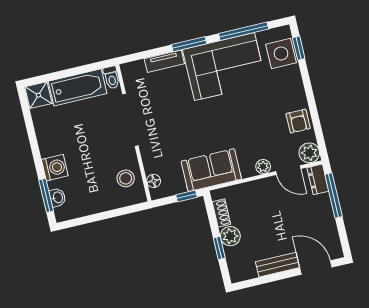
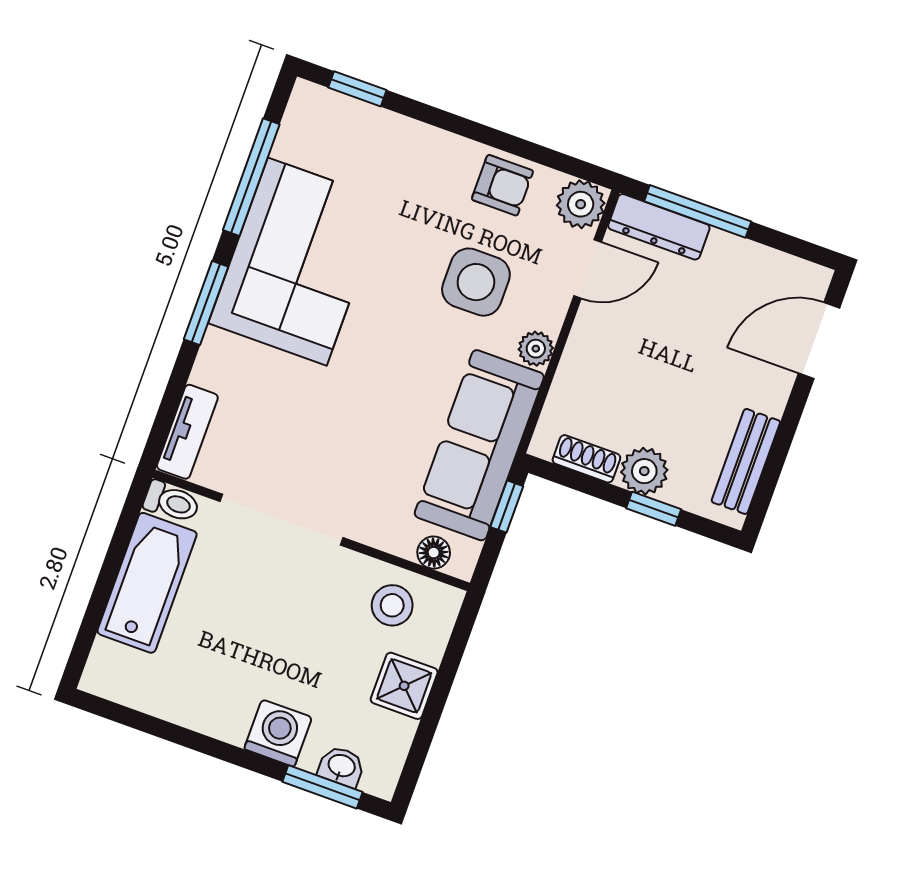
side table: (281, 54) -> (476, 282), moved
tv unit: (164, 61) -> (187, 432), moved
shower: (38, 95) -> (404, 686), moved
plant: (263, 167) -> (536, 349), moved
sofa: (211, 170) -> (479, 445), width x1.36
dresser: (318, 179) -> (659, 227), width x1.44
bench: (278, 265) -> (746, 461), moved

